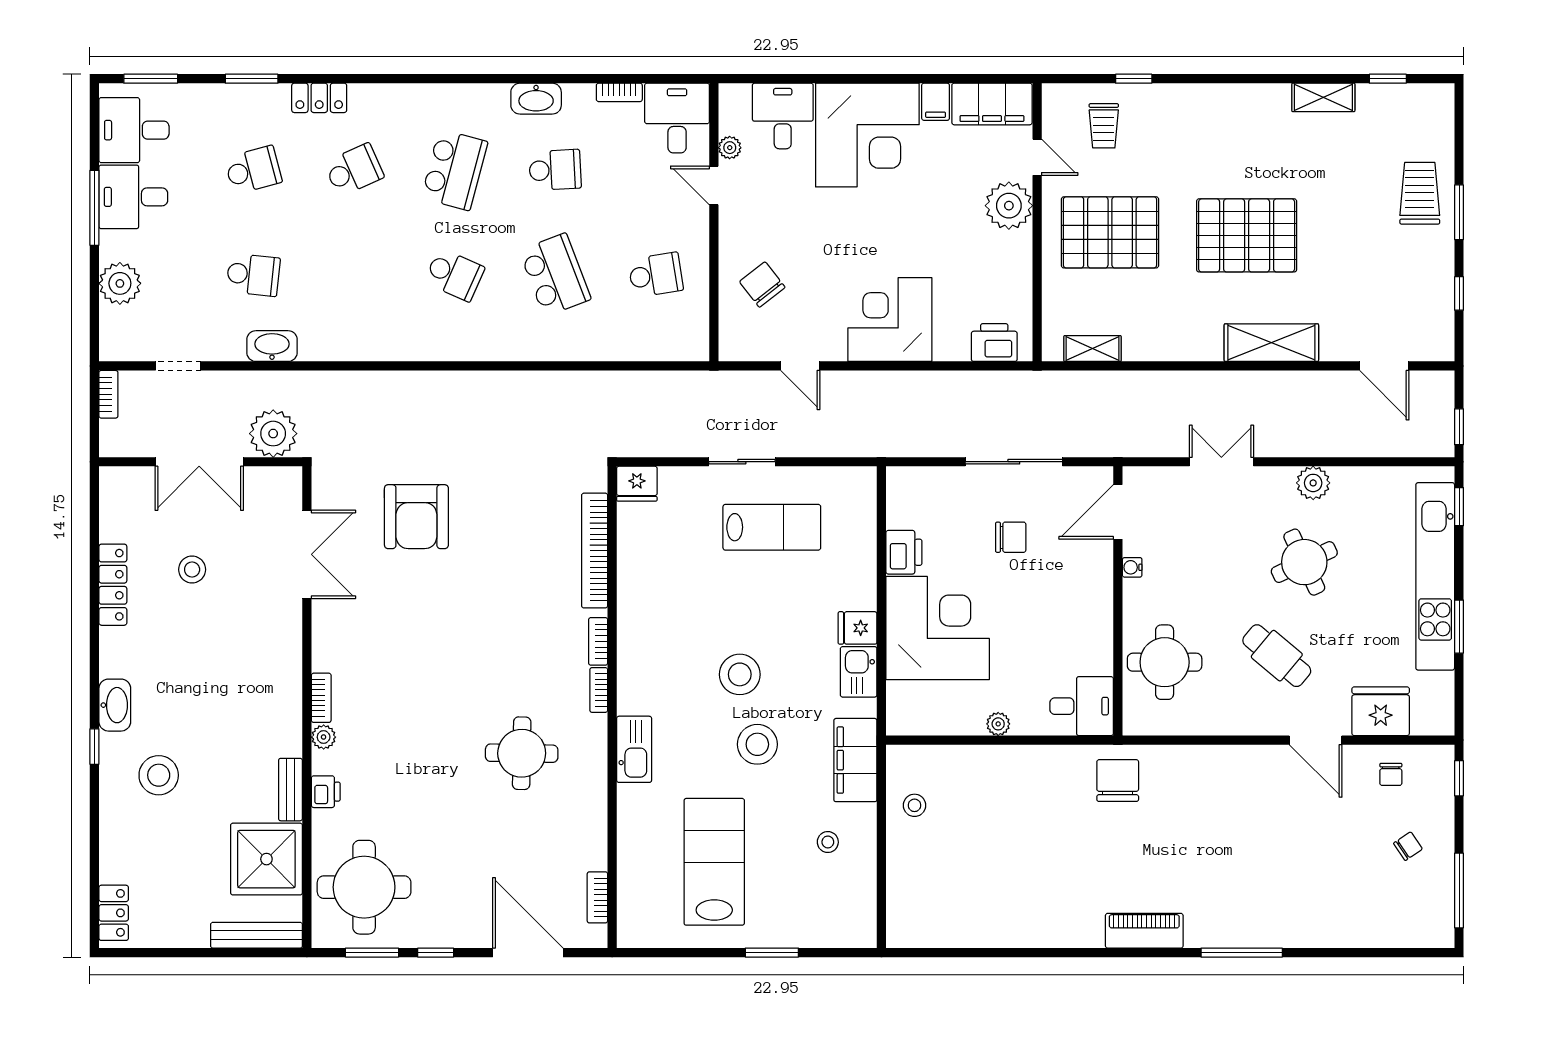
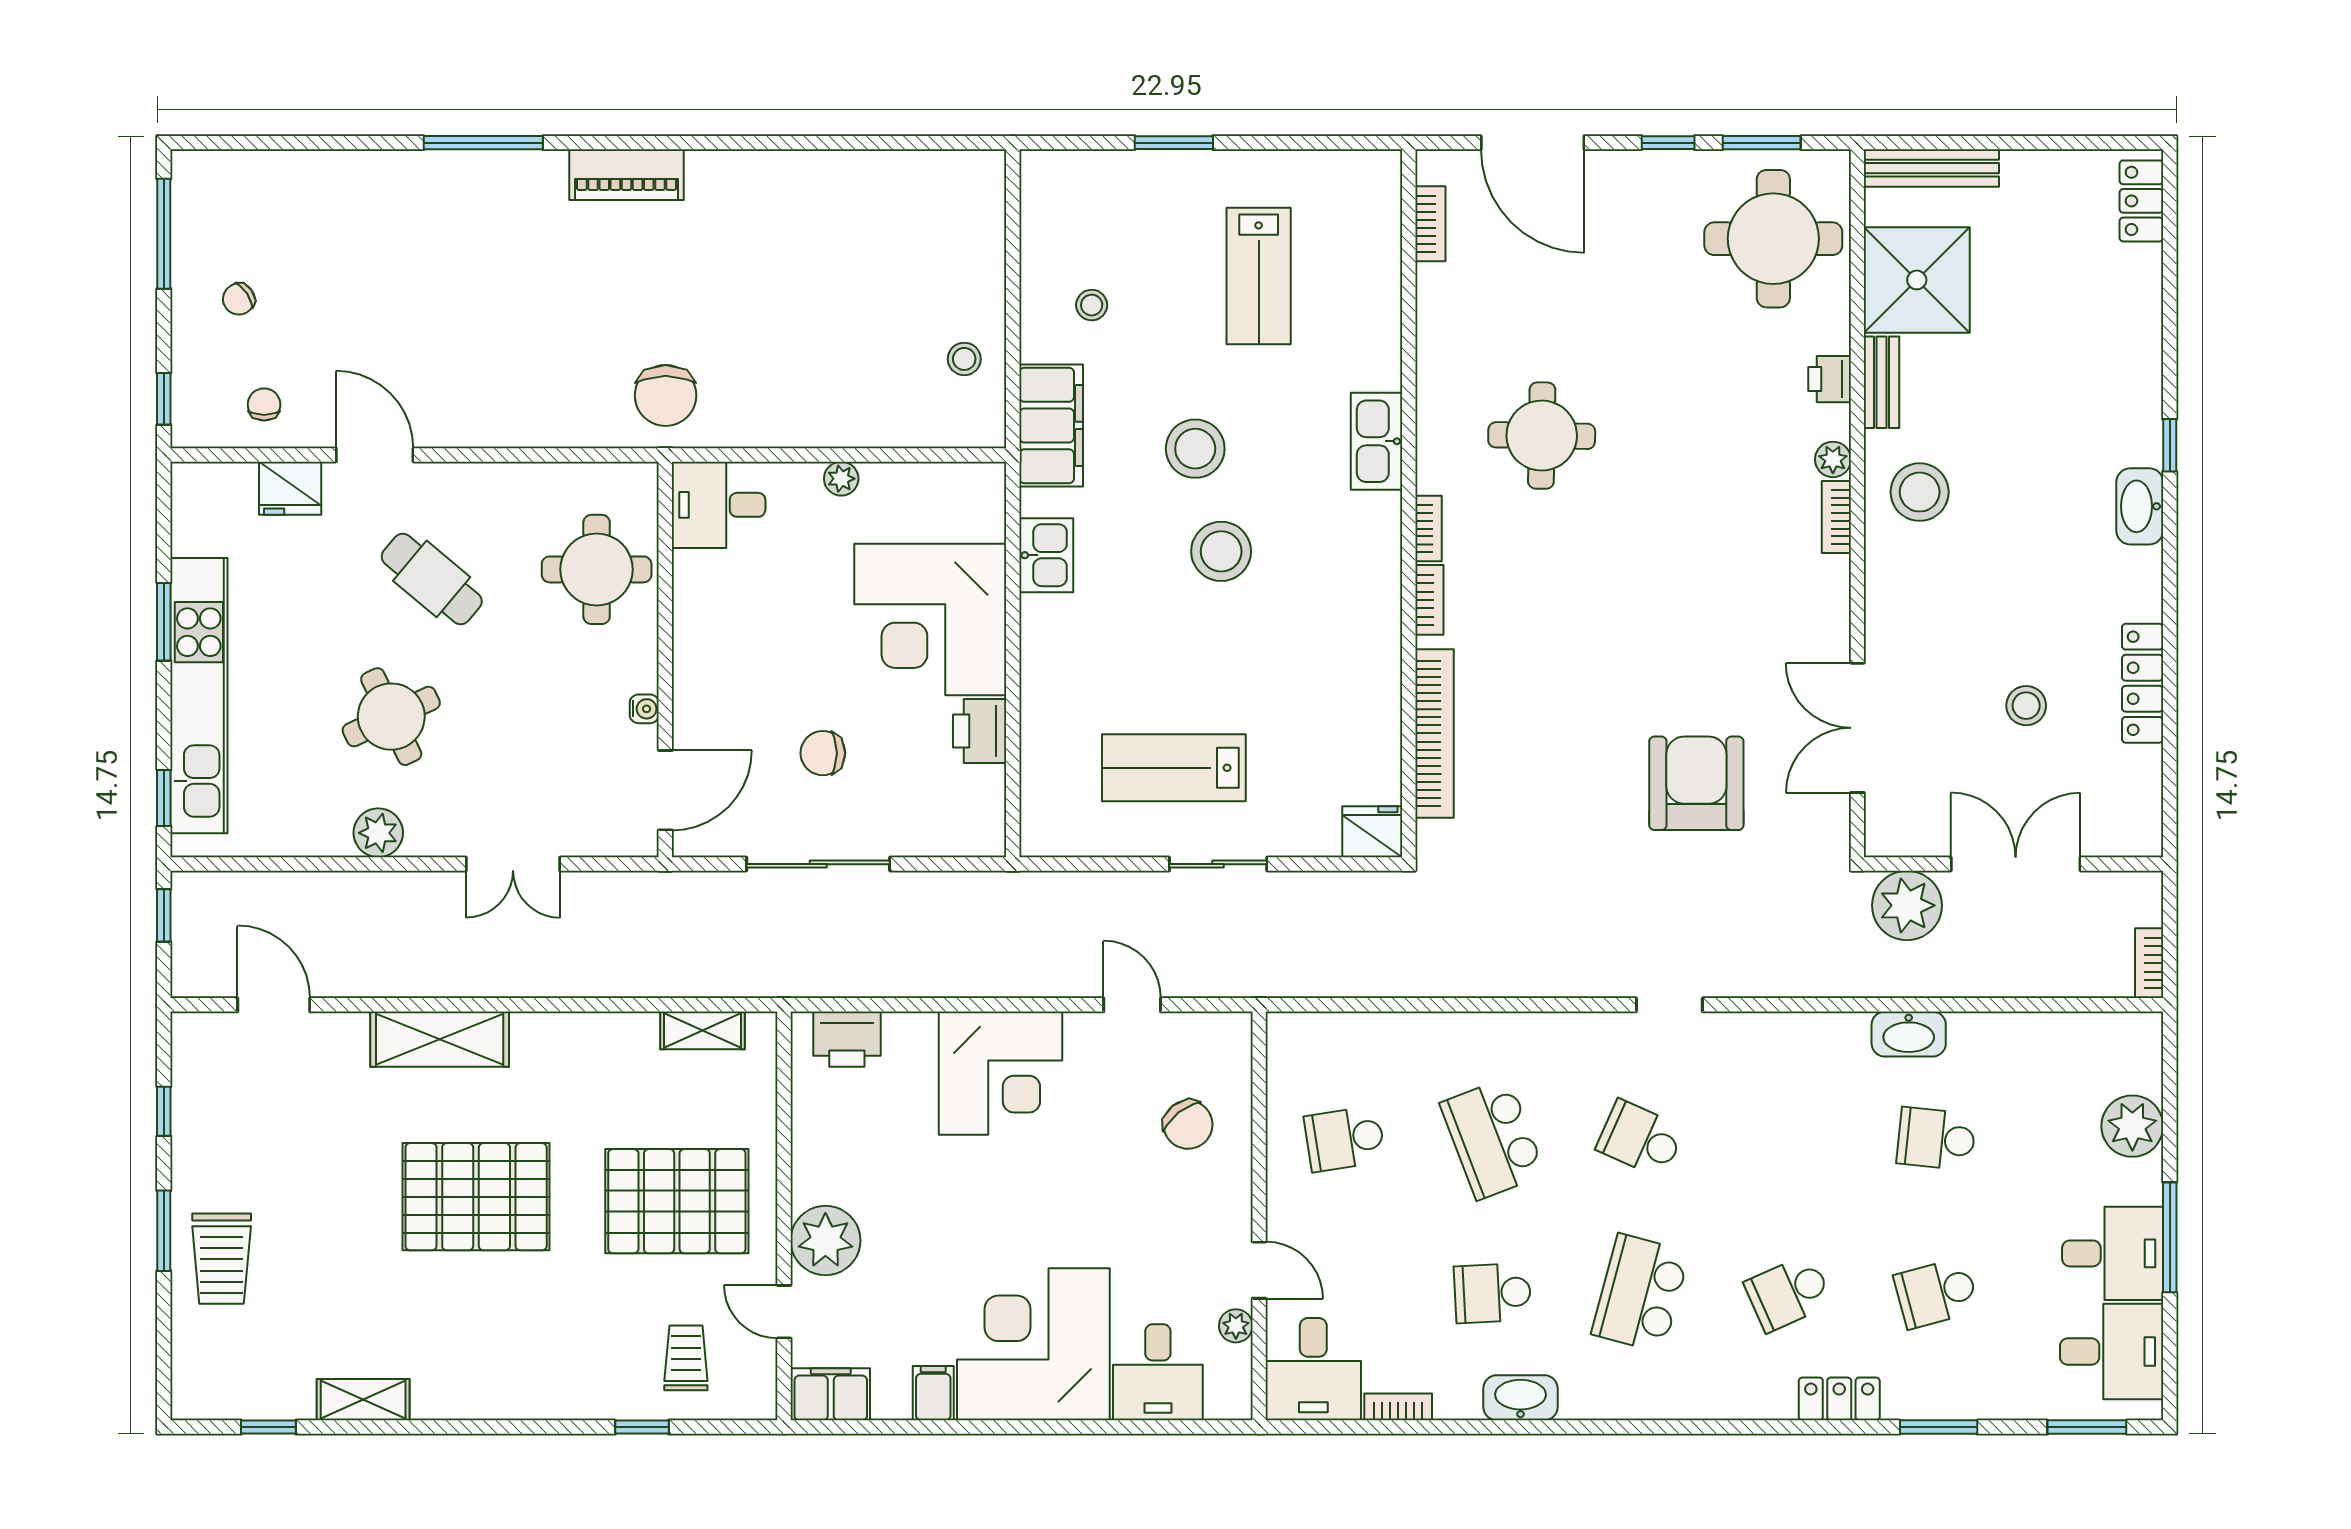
filing cabinet: (992, 104) -> (831, 1394), width x0.67, depth x0.86
doorway: (178, 366) -> (1669, 1005), moved
fridge: (858, 628) -> (1048, 620), removed
fridge: (1381, 711) -> (290, 488), width x0.73, depth x0.75
stool: (159, 775) -> (1920, 492), moved
lab bench: (714, 862) -> (1259, 276), width x0.73, depth x0.72

